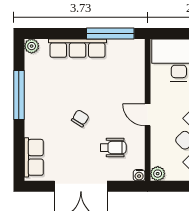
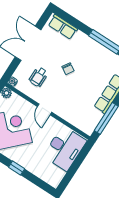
door: (148, 115) -> (45, 109), swing flipped

